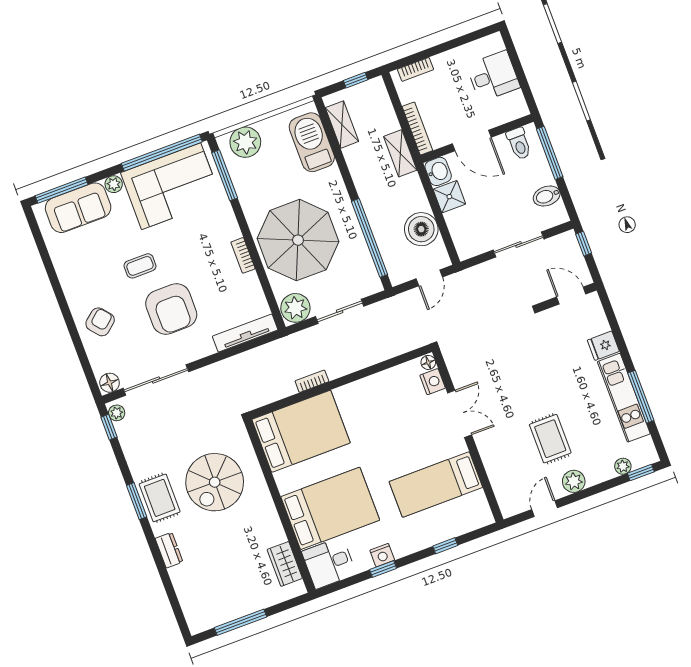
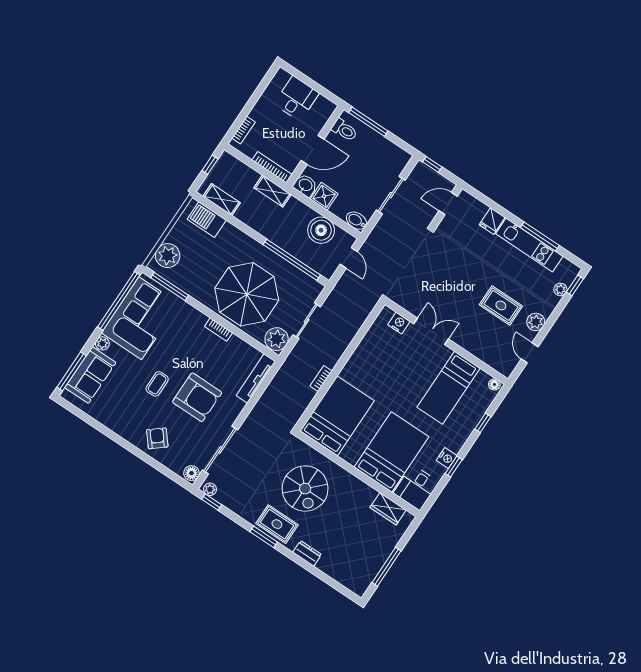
barbecue: (312, 142) -> (207, 220), width x0.73, depth x0.83
bidet: (547, 196) -> (357, 221), moved, turned 90
floor lamp: (428, 362) -> (494, 384), moved

